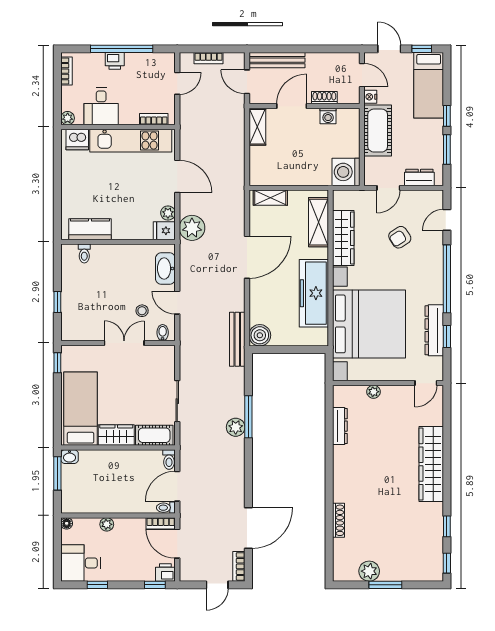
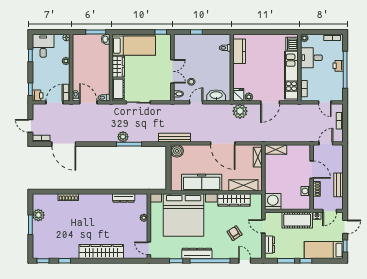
bench: (277, 60) -> (338, 185), moved, width x0.73
shelving: (257, 127) -> (276, 149), moved
dresser: (434, 330) -> (197, 253), moved

